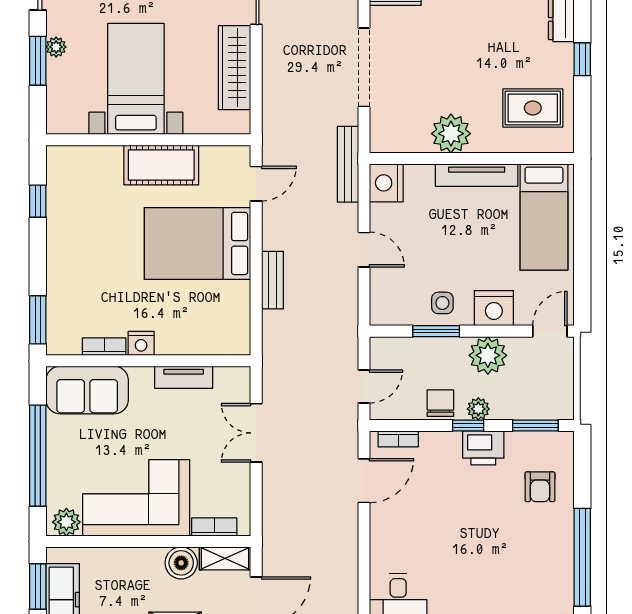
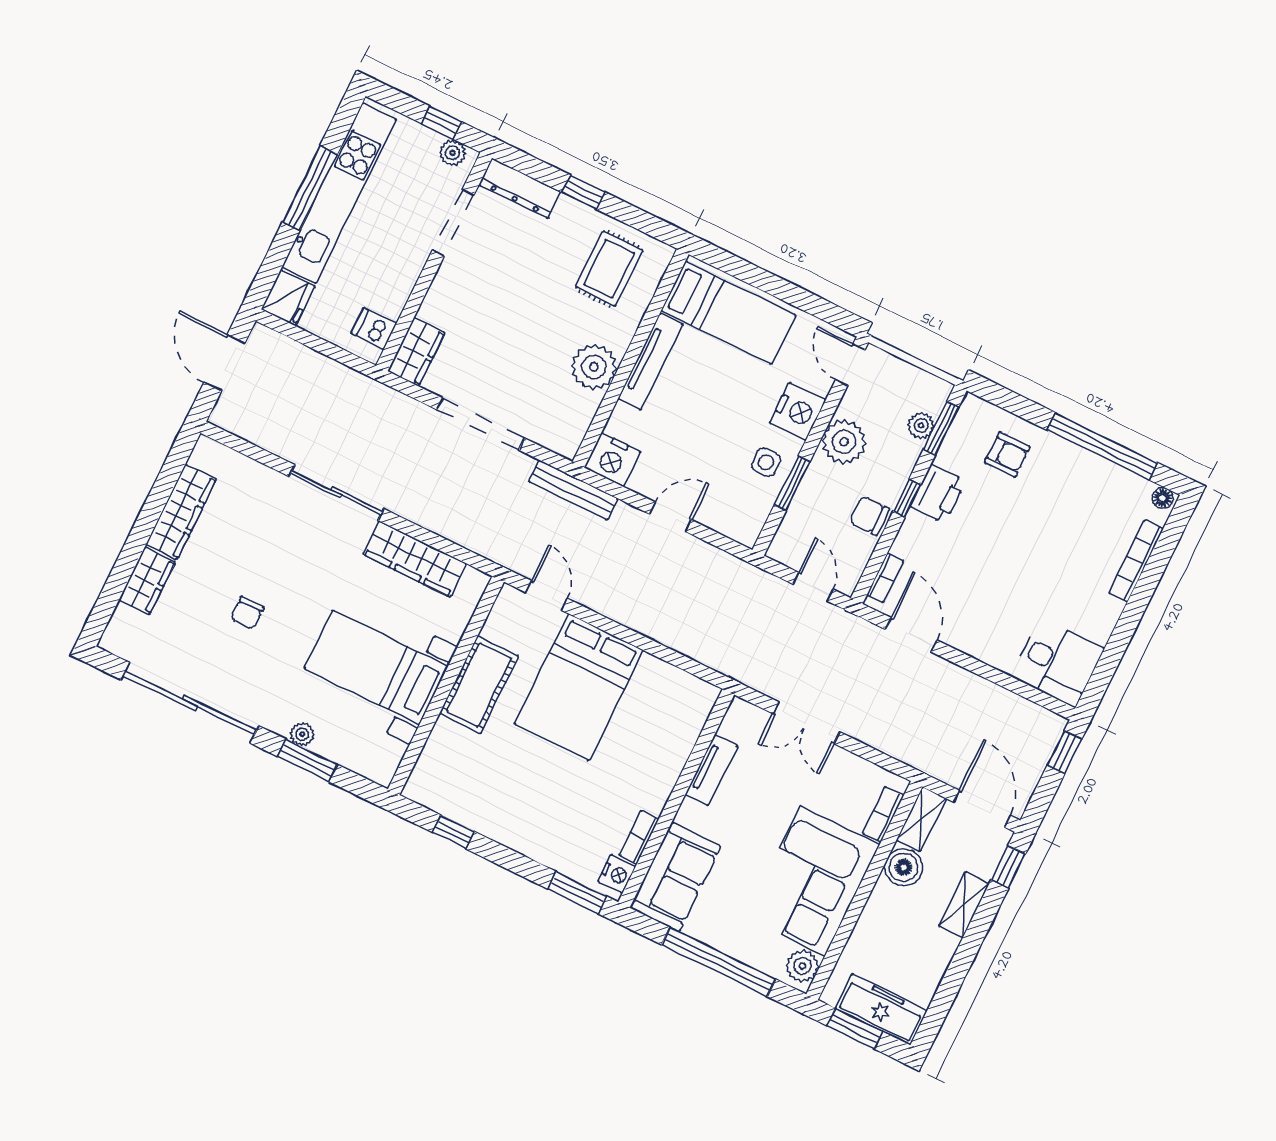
bench: (273, 280) -> (656, 628), removed
nightstand: (141, 343) -> (617, 874), moved
plant: (478, 409) -> (921, 425), moved

